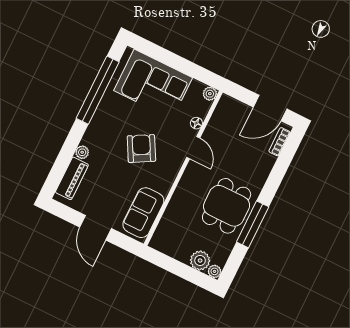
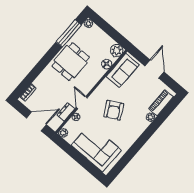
window: (98, 90) -> (131, 153), removed
door: (270, 108) -> (36, 121), moved
dresser: (214, 127) -> (66, 112), added
floor lamp: (170, 216) -> (107, 64), added
window: (253, 224) -> (69, 33), moved
plant: (200, 261) -> (117, 50), moved

